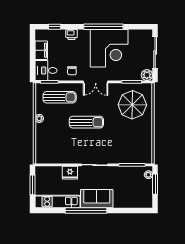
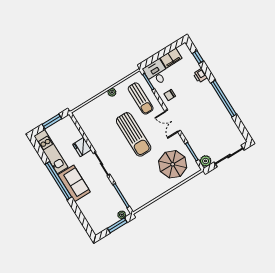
corner desk: (109, 48) -> (208, 115), removed
sun lounger: (86, 122) -> (134, 134), width x1.36, depth x1.34

